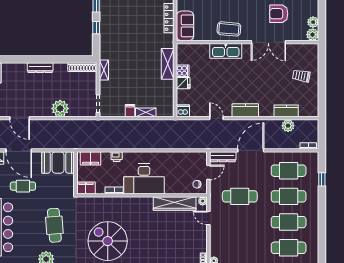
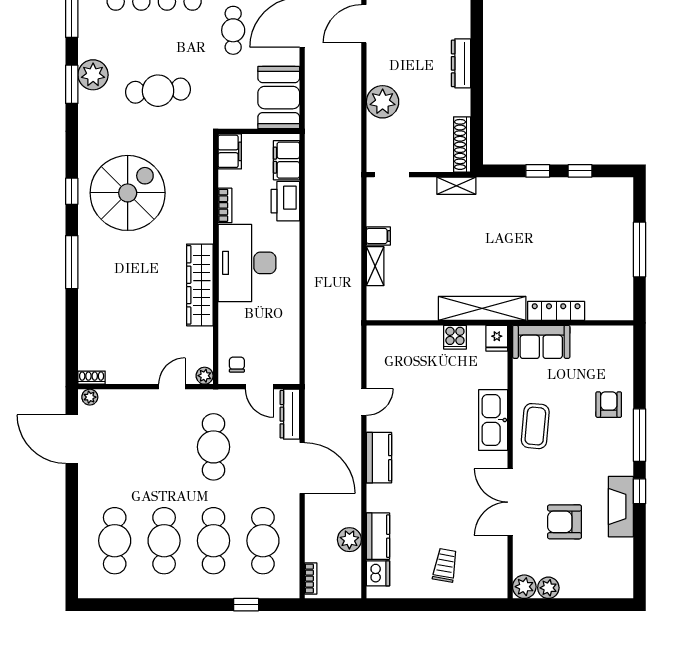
armchair: (279, 14) -> (565, 522), turned -90
shelving: (168, 64) -> (482, 308), width x1.47
fridge: (183, 83) -> (497, 338), moved
dishwasher: (183, 111) -> (378, 573), moved
printer: (117, 157) -> (285, 201), width x1.87, depth x1.48
wardrobe: (175, 203) -> (200, 285), moved

